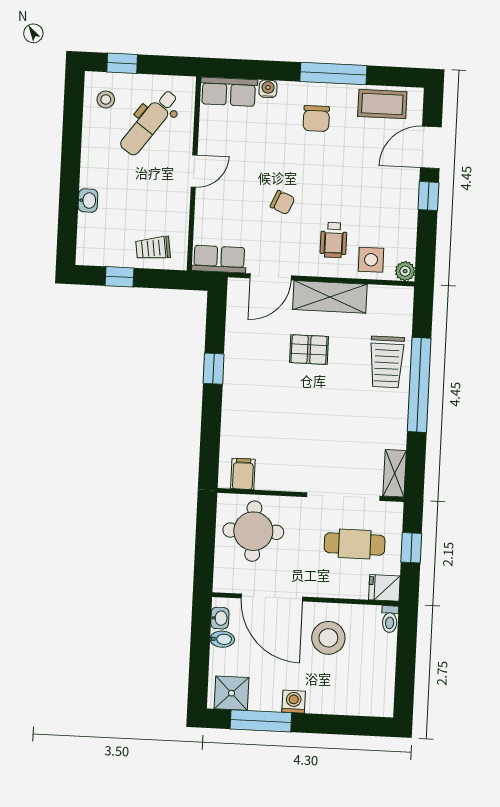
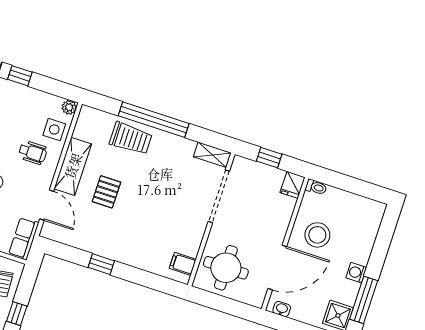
cafe table: (355, 544) -> (255, 198), removed
bidet: (222, 639) -> (297, 312), removed

